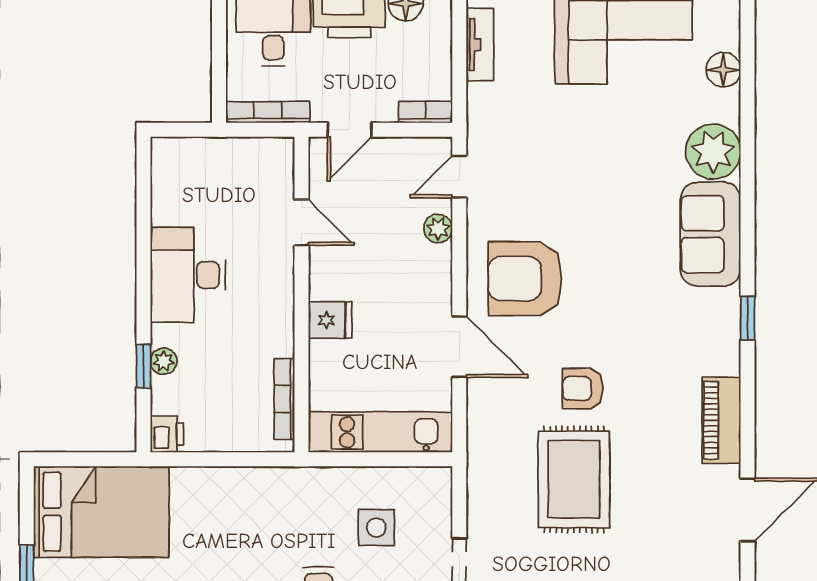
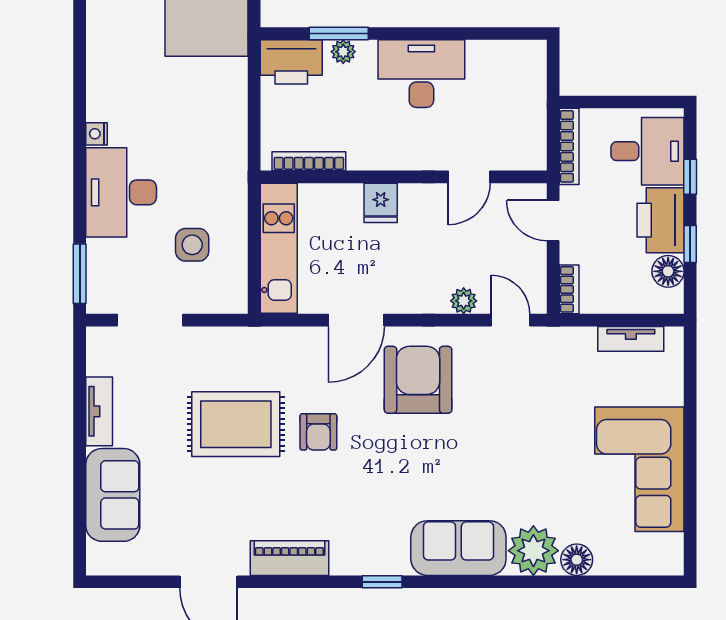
floor lamp: (723, 70) -> (577, 560), moved
window: (144, 366) -> (339, 33), width x1.50
armchair: (583, 389) -> (318, 432), turned 180
printer: (167, 434) -> (291, 62), width x1.87, depth x1.48

